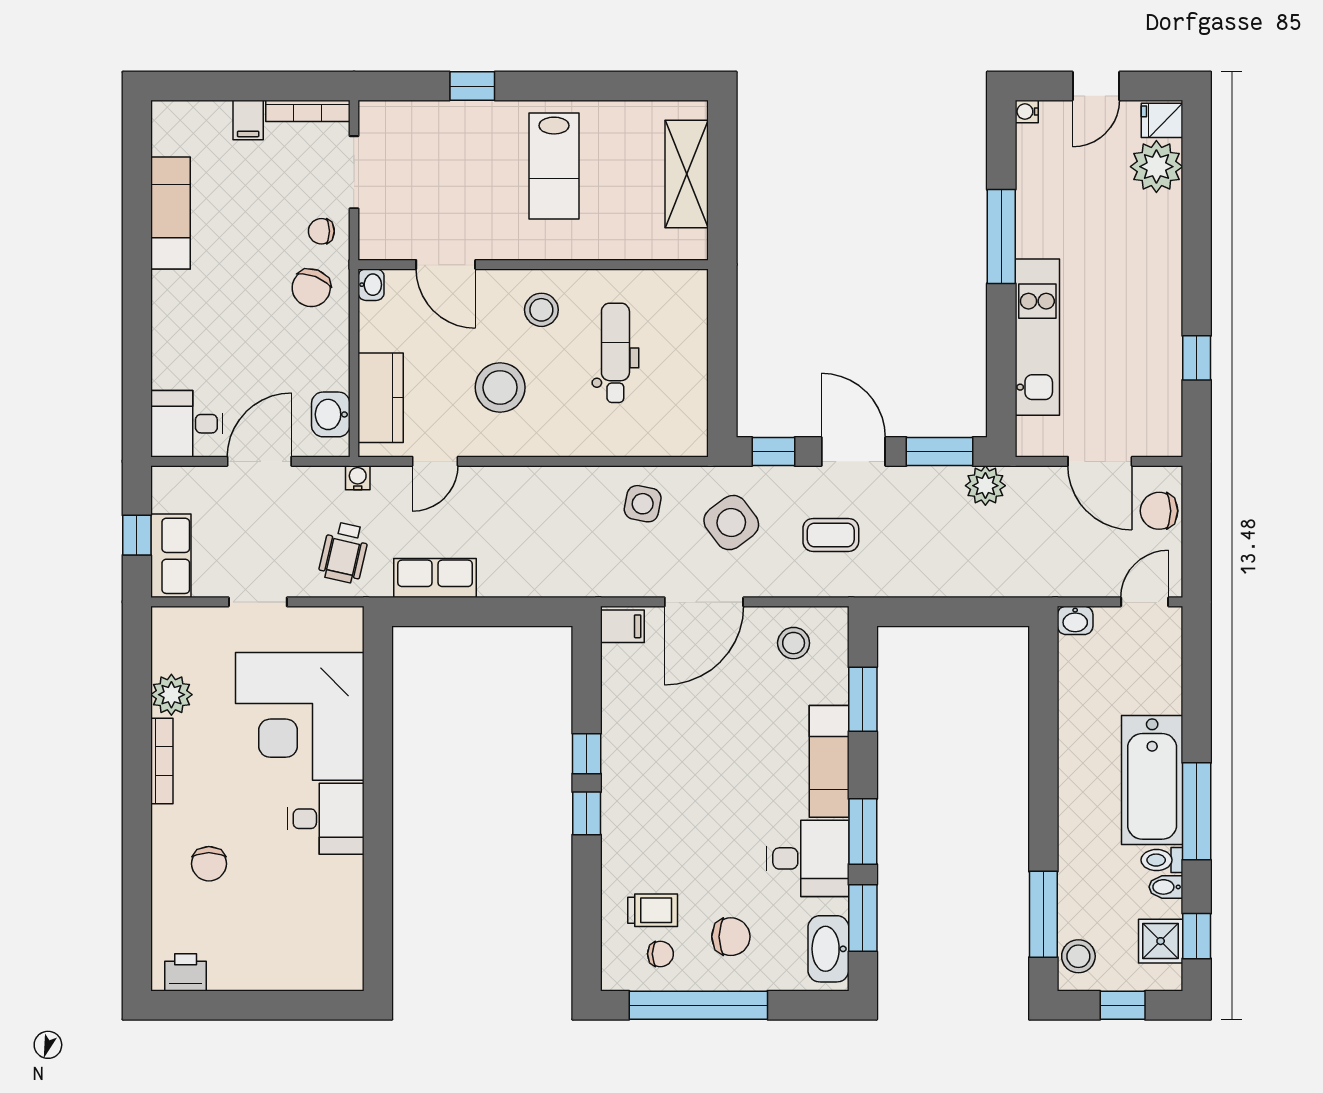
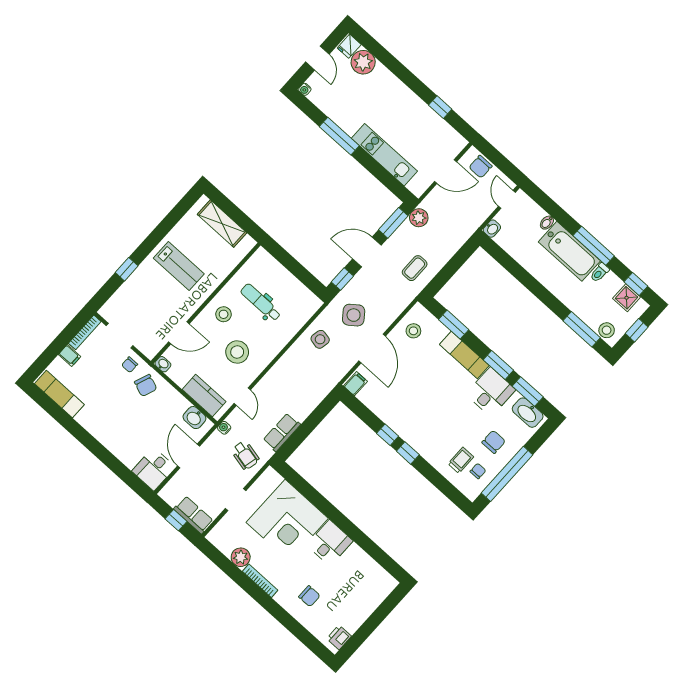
exam couch: (171, 213) -> (59, 394), moved
coffee table: (831, 535) -> (415, 268), moved
bidet: (1166, 887) -> (547, 223), moved

